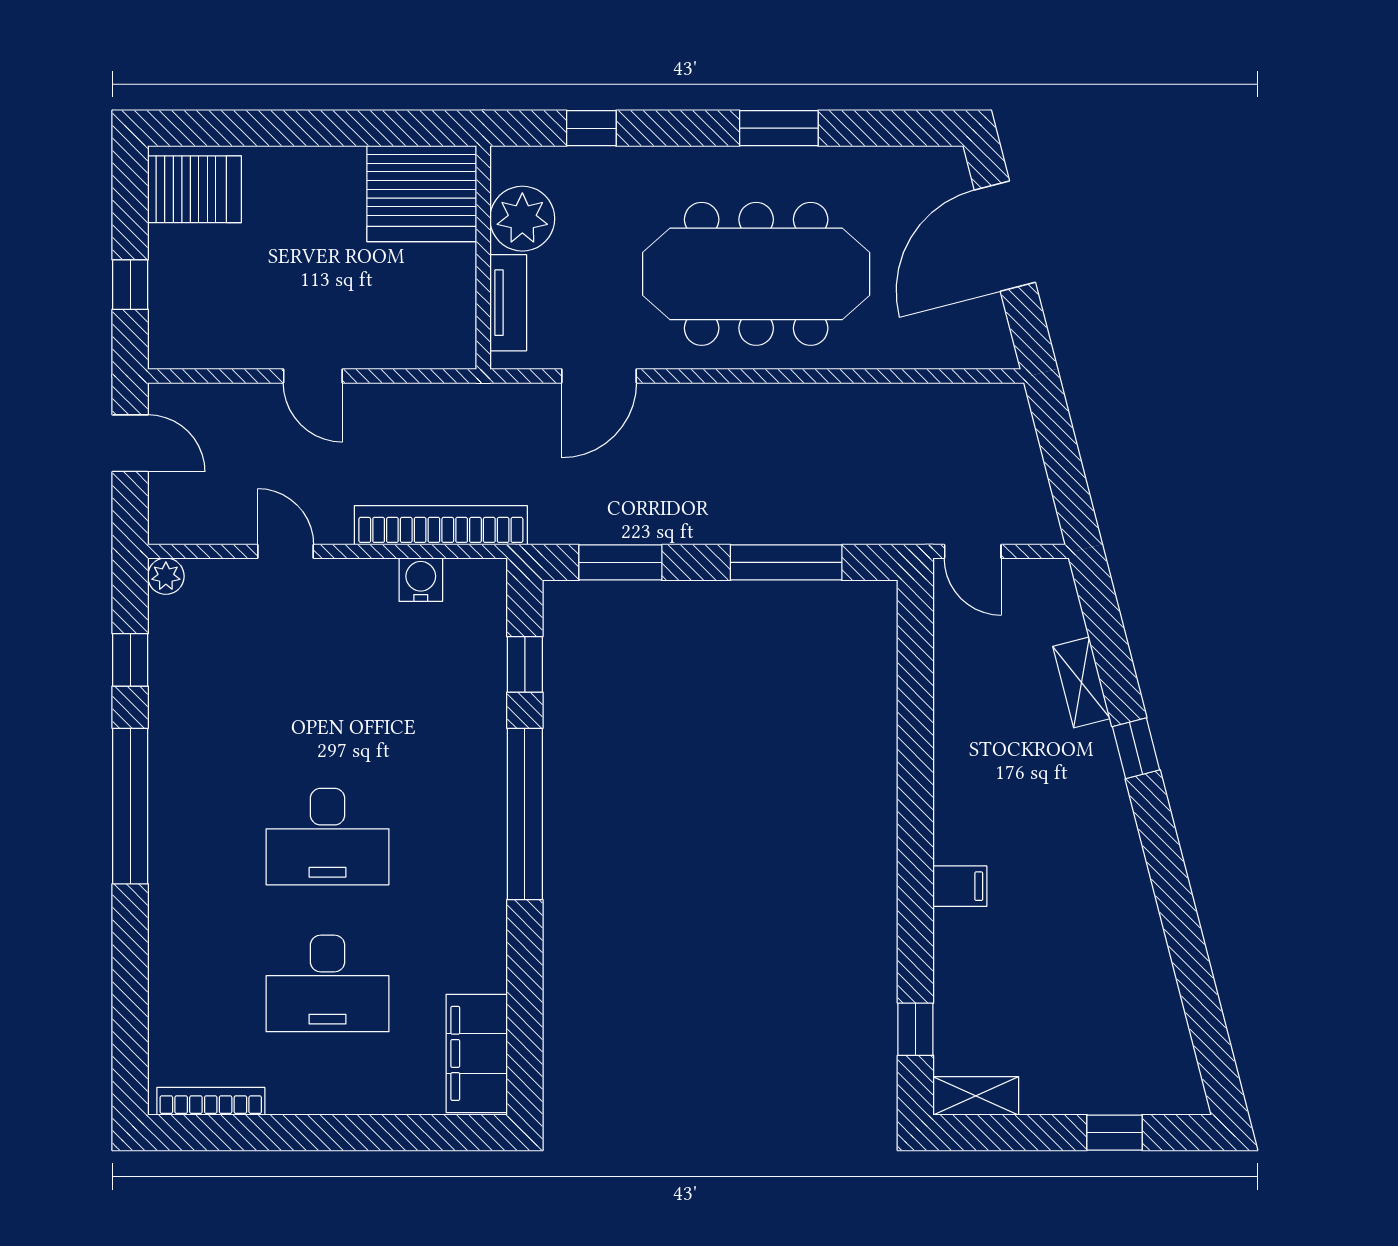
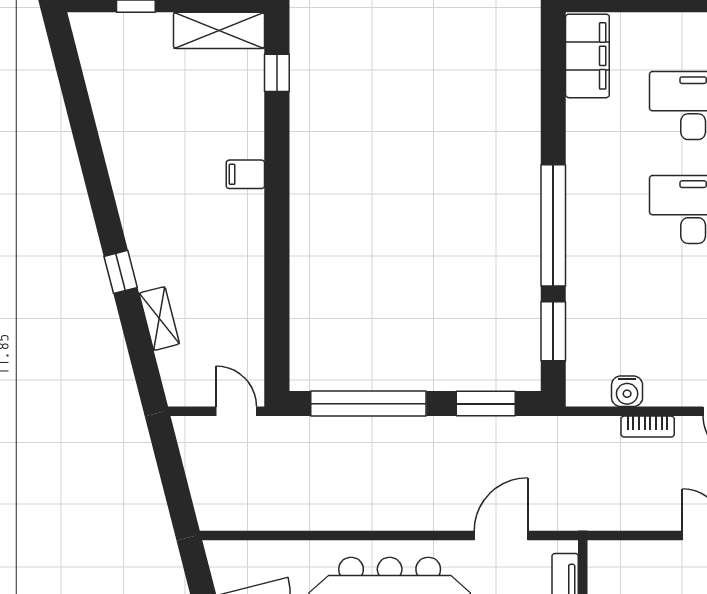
bookcase: (441, 525) -> (648, 427), width x0.43, depth x0.76
window: (786, 562) -> (368, 404), width x1.46
window: (525, 664) -> (553, 331), width x1.50
shelving: (976, 1096) -> (219, 30), width x1.50, depth x1.33

